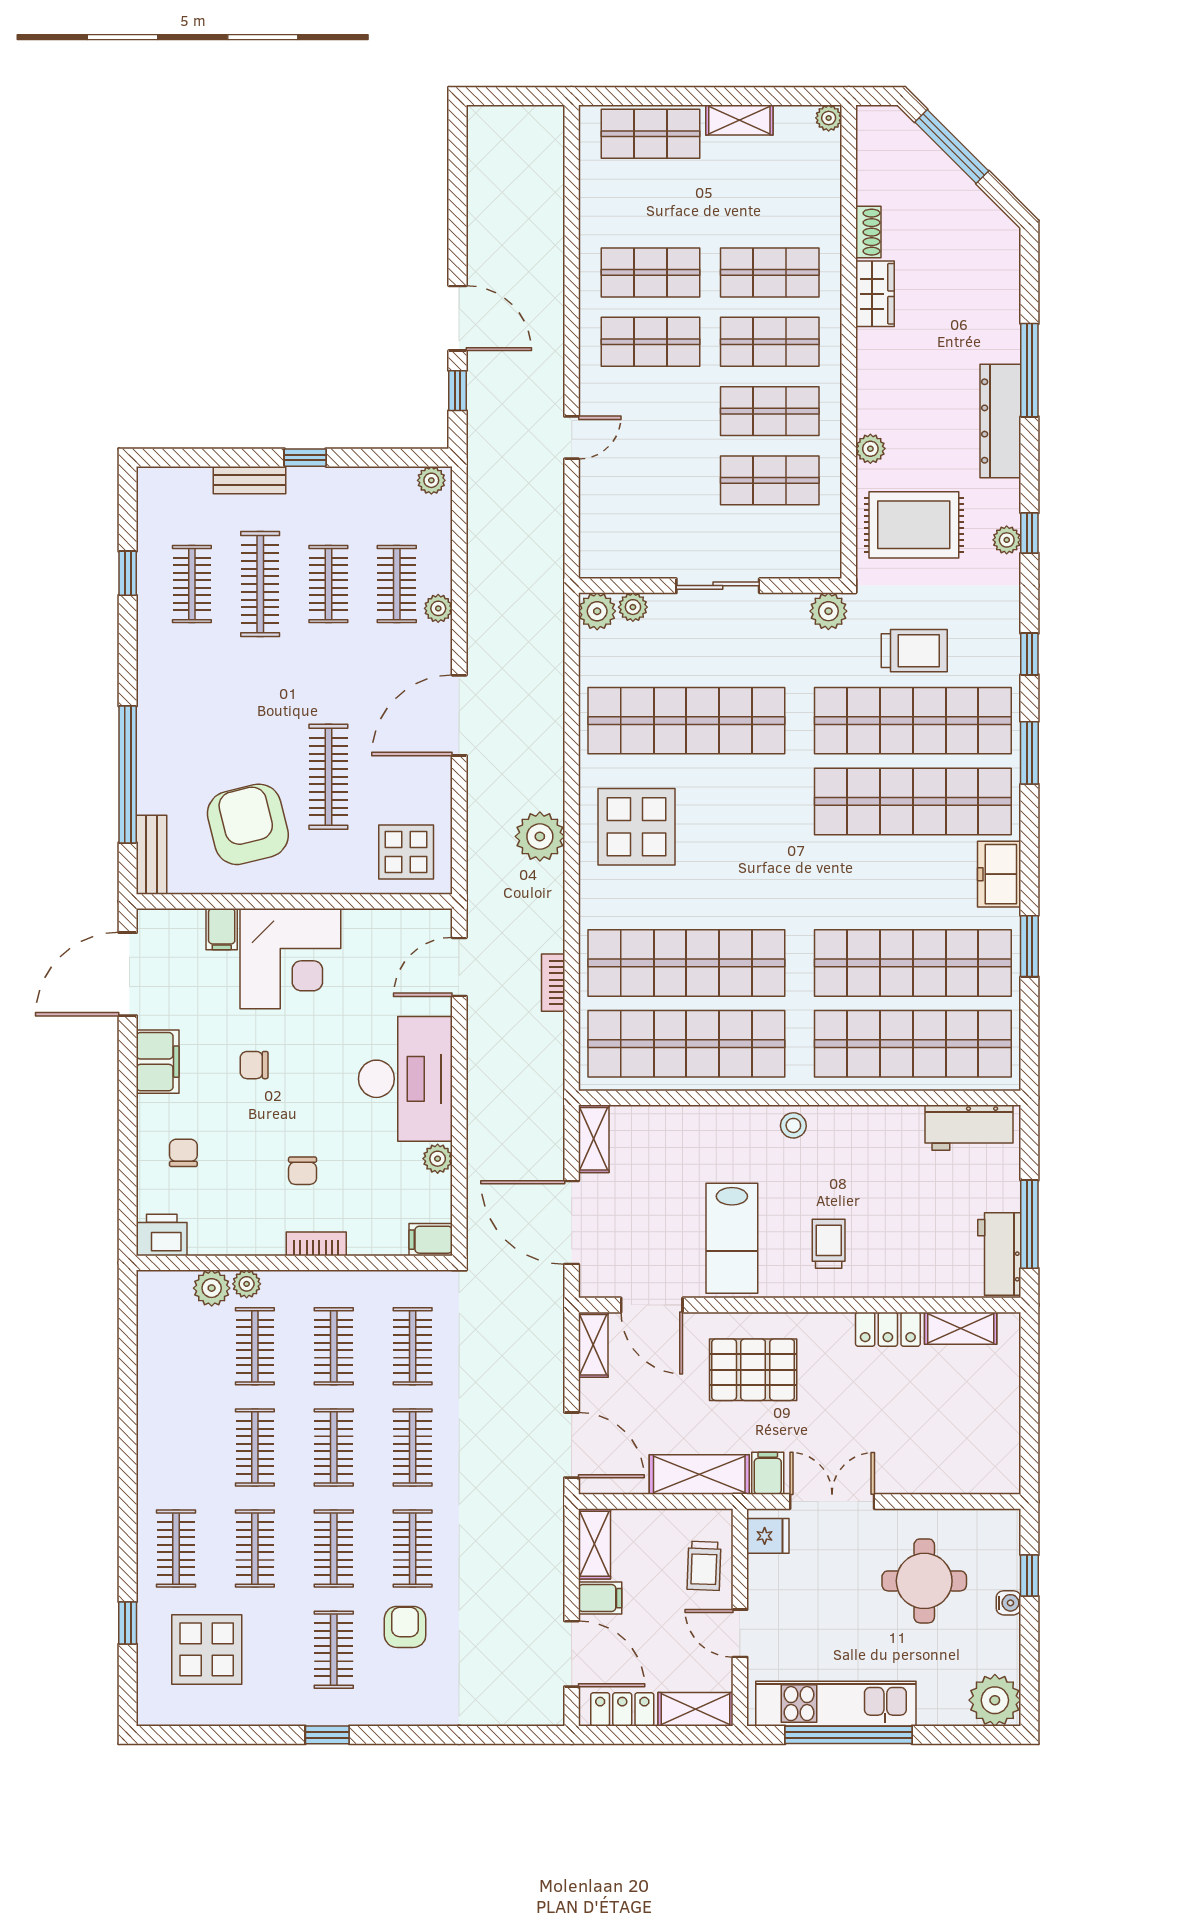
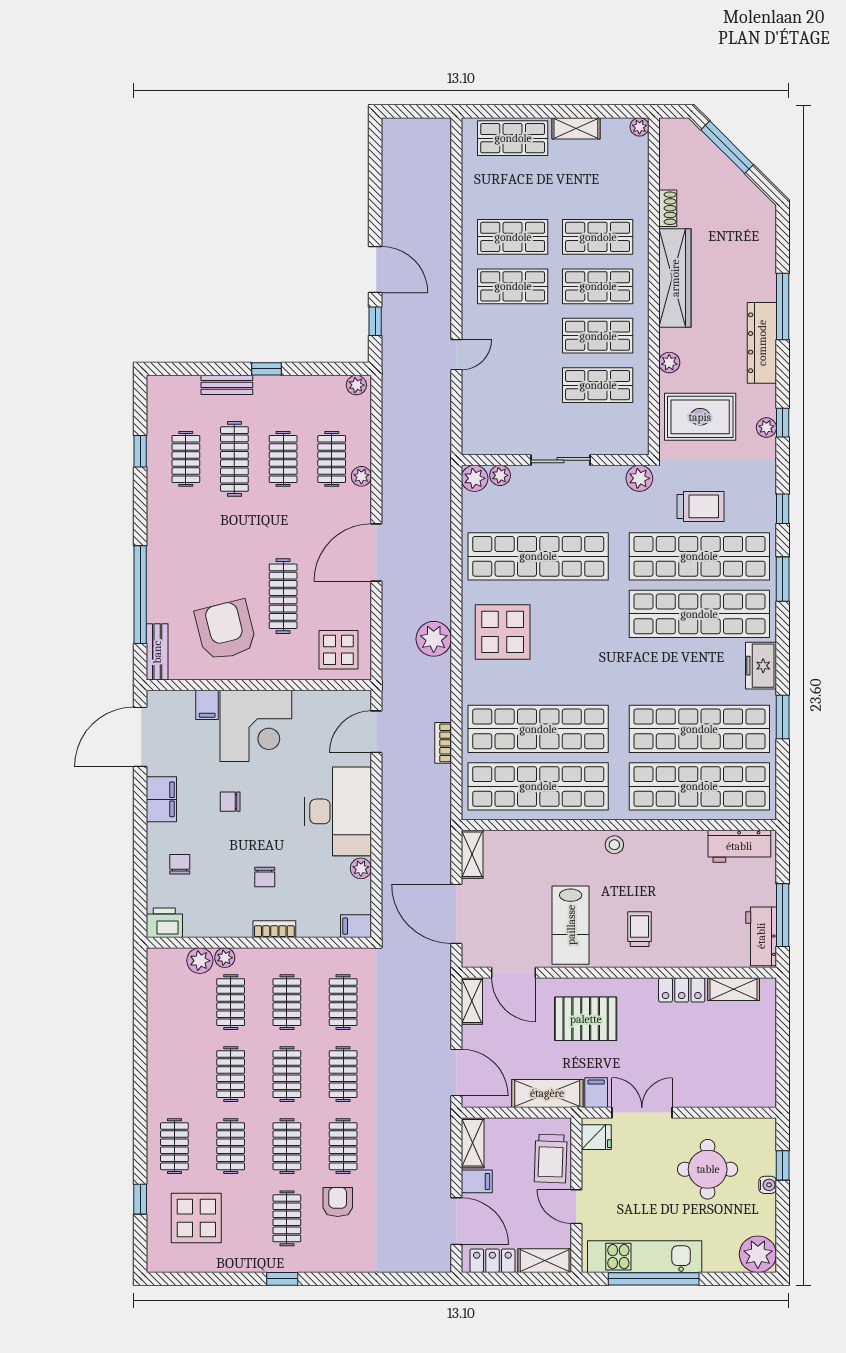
wardrobe: (875, 294) -> (675, 278), width x2.10, depth x1.17
trolley: (704, 1566) -> (551, 1159), width x1.36, depth x1.39

